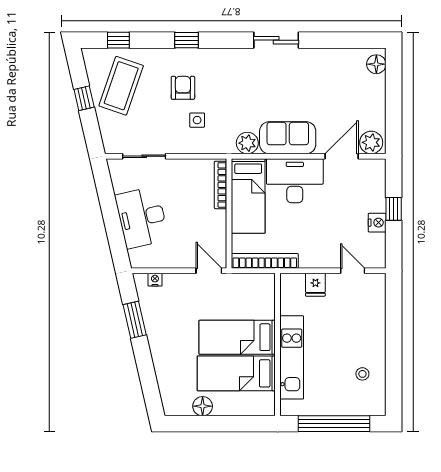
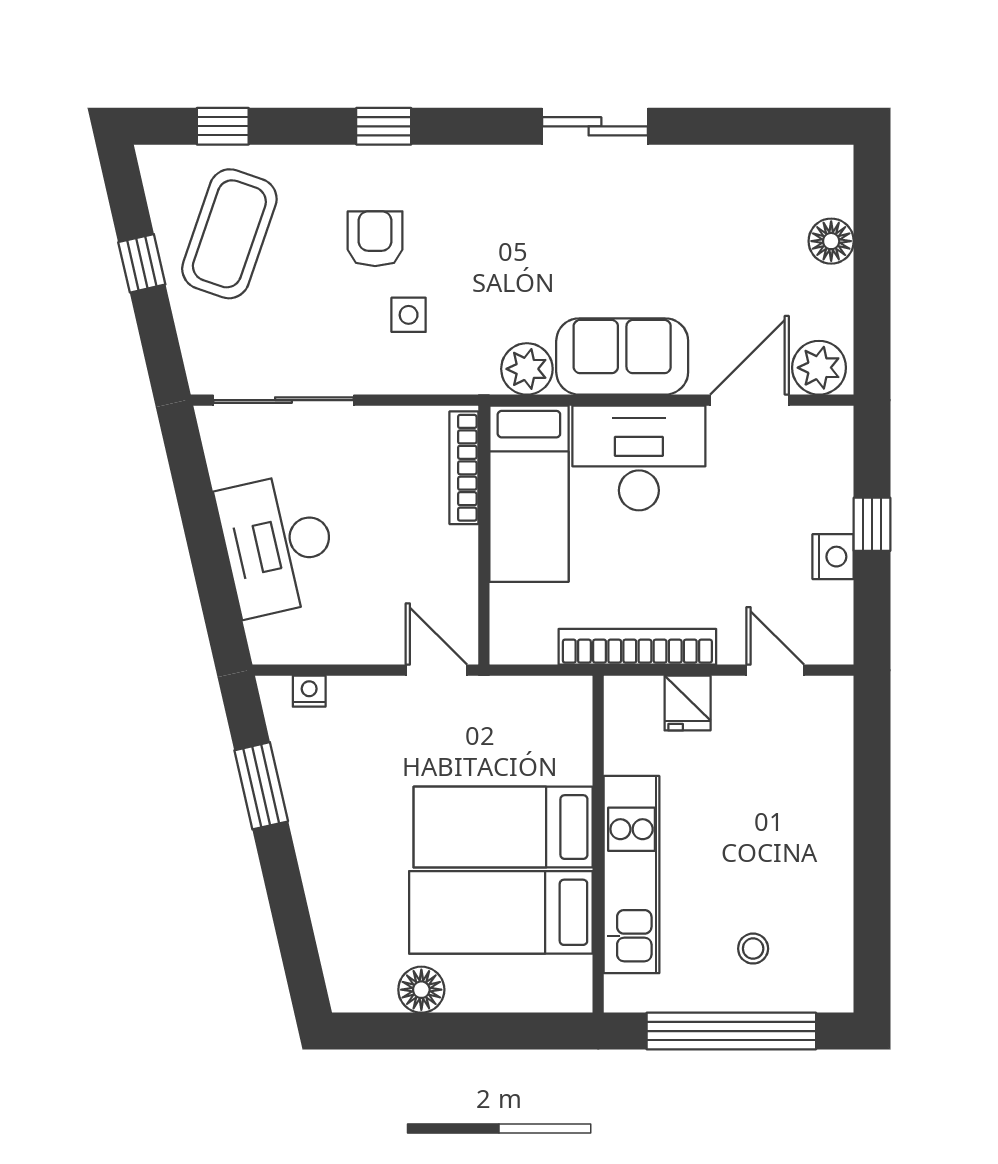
floor lamp: (376, 64) -> (831, 241), moved
sliding door: (144, 156) -> (284, 400), width x1.37
bookcase: (265, 261) -> (637, 647), moved
stool: (362, 374) -> (753, 949), moved

